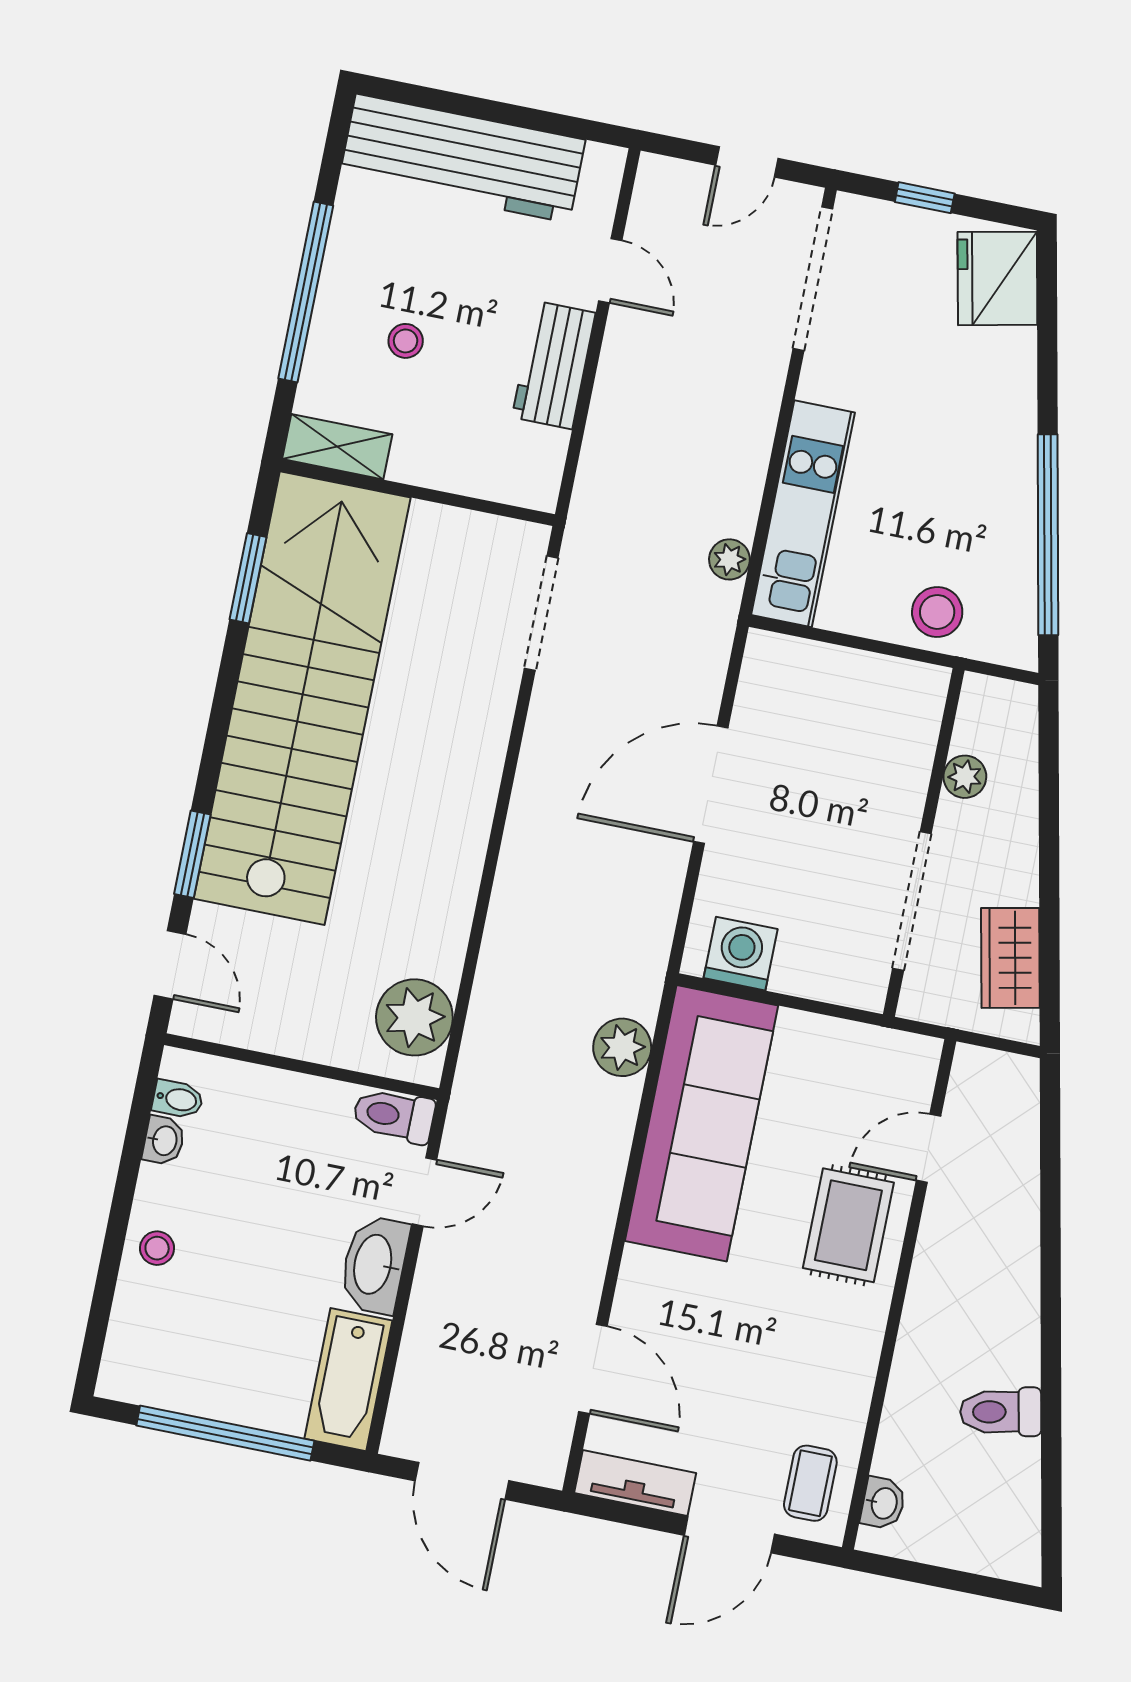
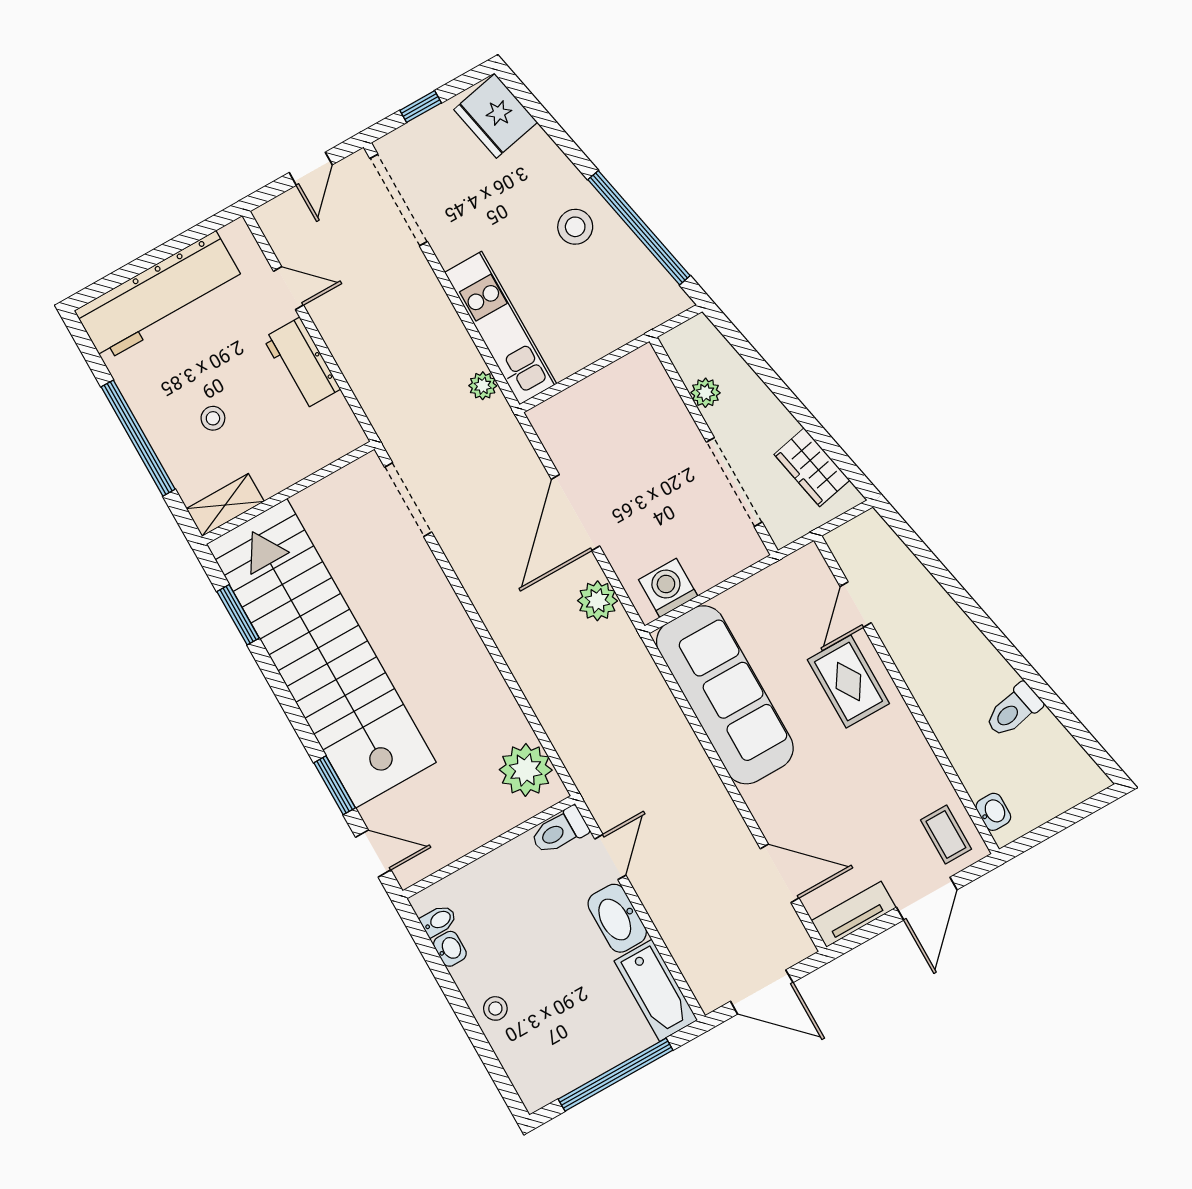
stool: (937, 612) -> (575, 227), moved
plant: (622, 1047) -> (597, 601), moved

